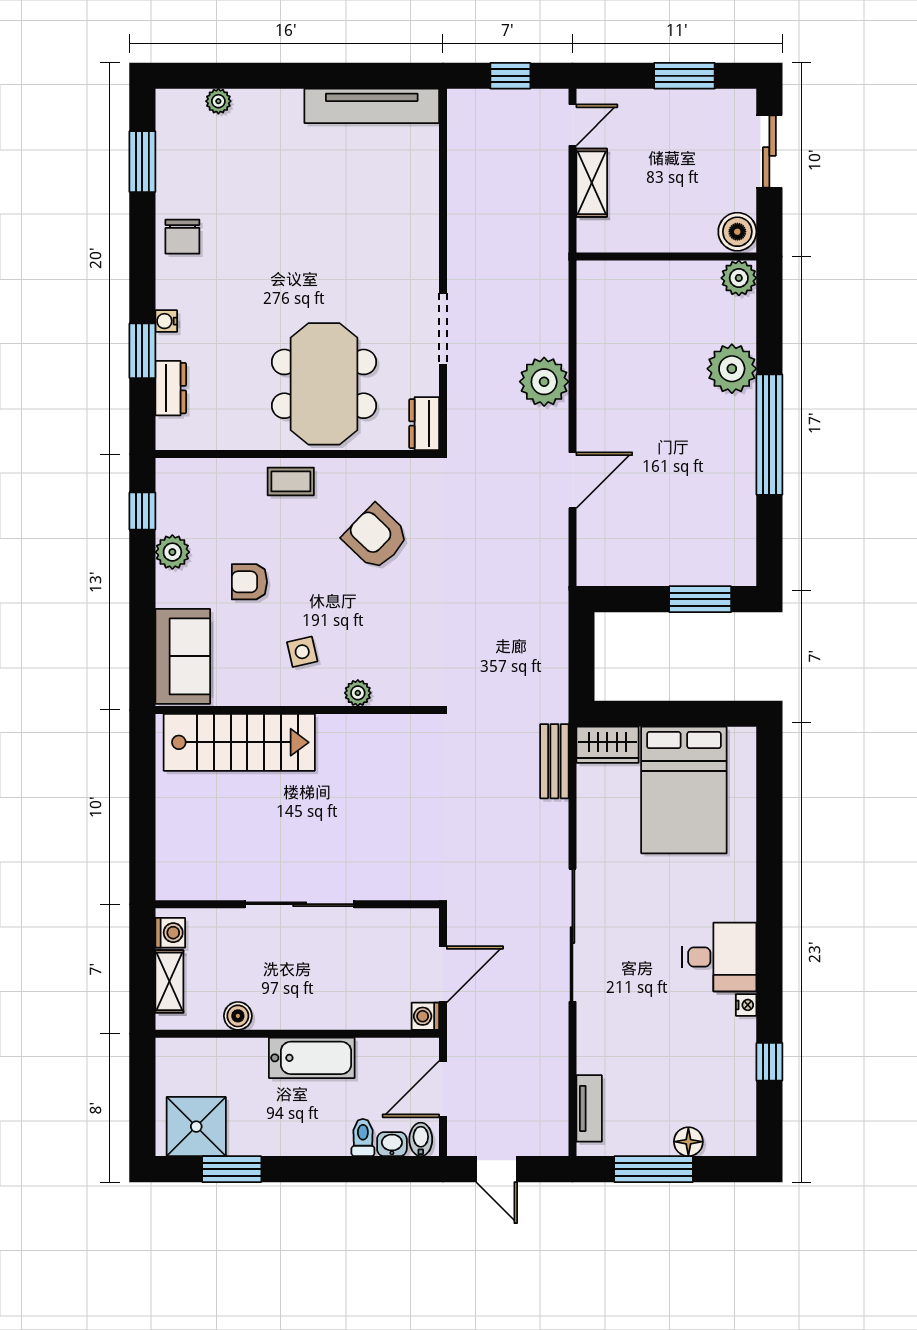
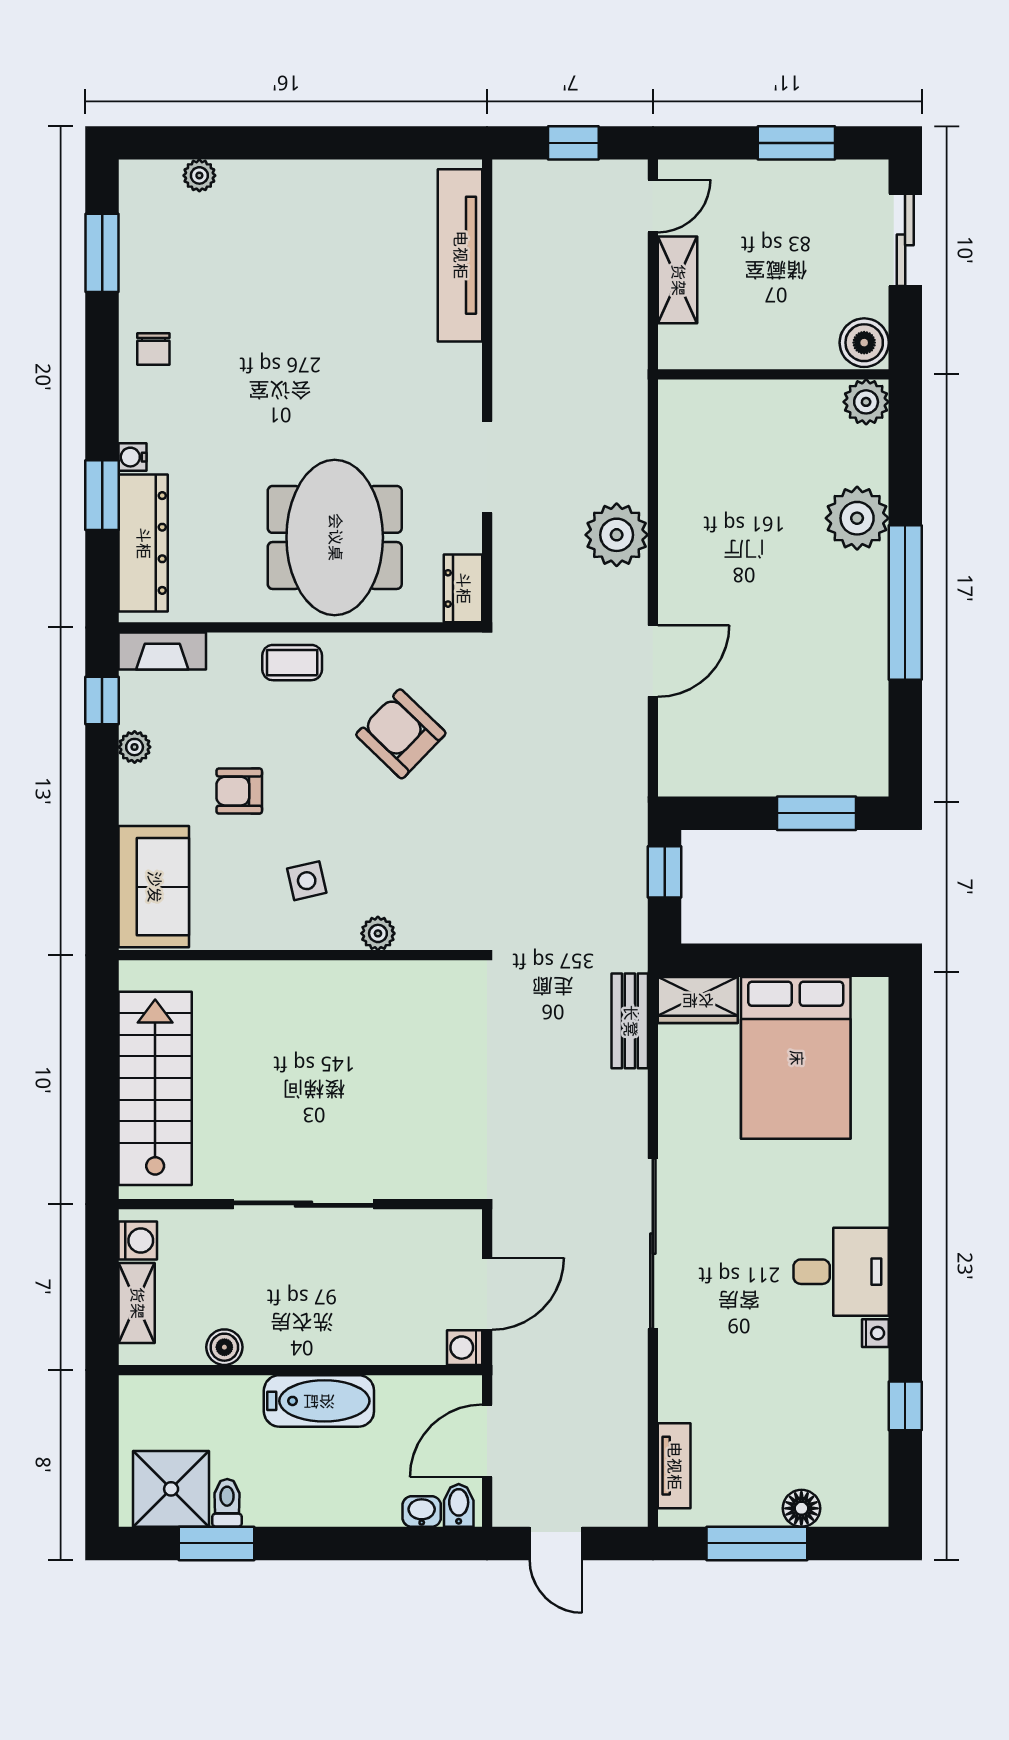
tv unit: (372, 106) -> (460, 255), moved, turned 90
chair: (182, 237) -> (153, 349), width x0.73, depth x0.73
dresser: (171, 388) -> (143, 543), width x1.96, depth x1.24
fireplace: (189, 472) -> (162, 651), added
plant: (172, 552) -> (135, 747), width x0.73, depth x0.73
window: (582, 645) -> (665, 872), added
stairs: (239, 742) -> (155, 1088), moved, turned -90
toilet: (363, 1137) -> (227, 1503), moved

